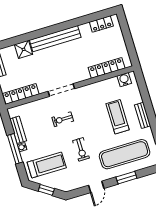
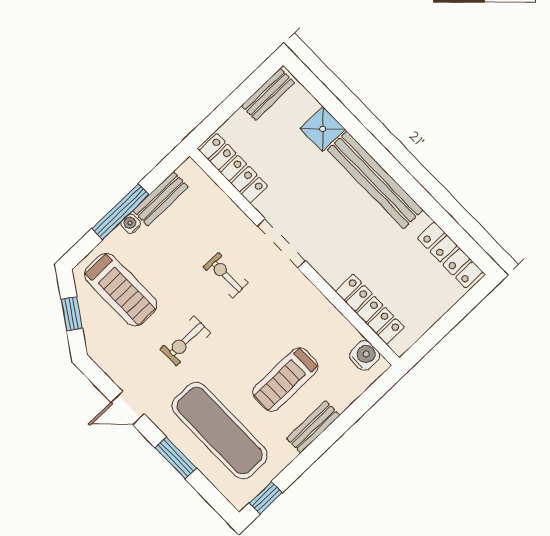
locker: (101, 24) -> (450, 255), width x1.53
treadmill: (118, 117) -> (285, 379), turned 180

